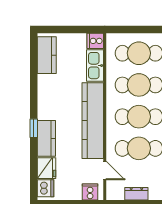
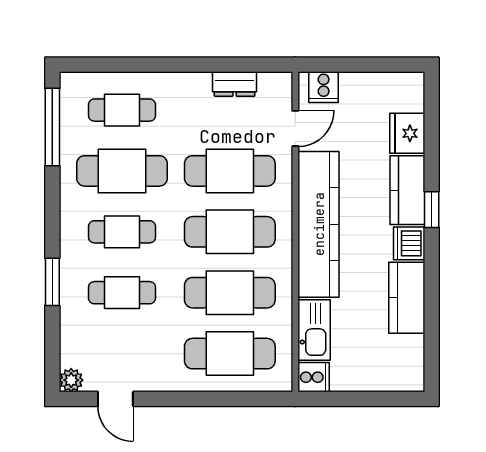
kitchen counter: (47, 55) -> (407, 298), moved
door: (105, 170) -> (295, 128), swing flipped
dishwasher: (45, 188) -> (409, 243), moved

